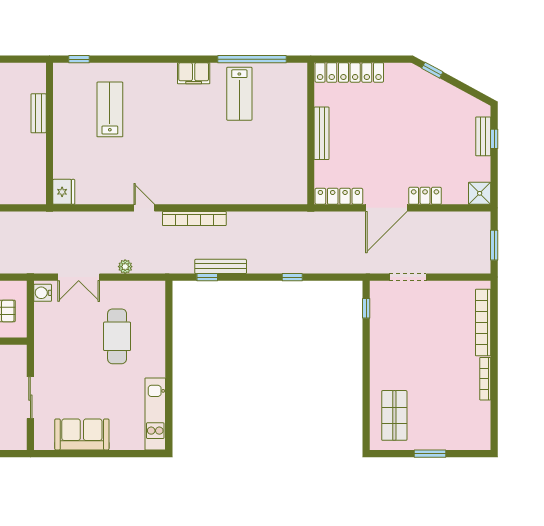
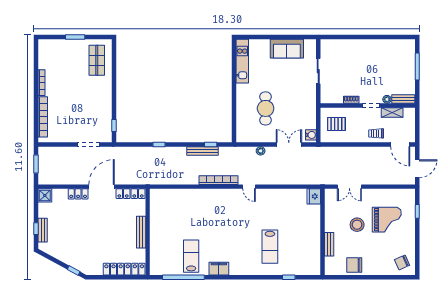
bench: (39, 113) -> (329, 244), moved
wall: (49, 133) -> (322, 232), moved
fridge: (64, 192) -> (314, 196), moved

